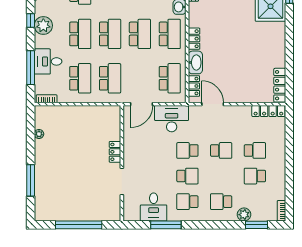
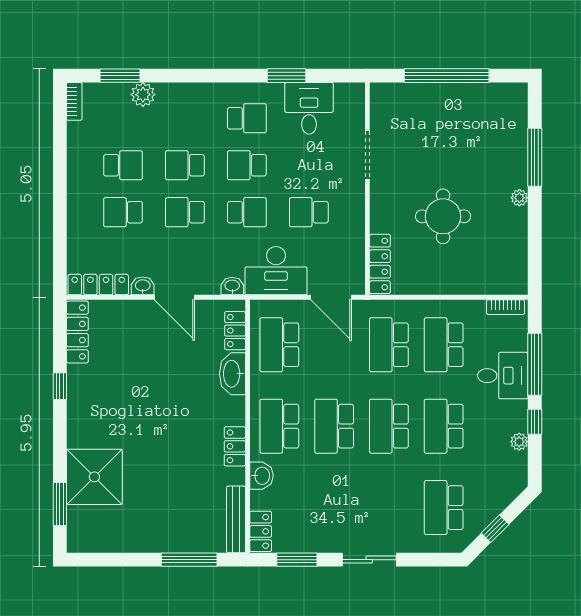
window: (31, 21) -> (535, 422), moved
plant: (43, 25) -> (519, 442), width x0.53, depth x0.53
locker: (194, 39) -> (235, 446), moved
window: (289, 56) -> (60, 386), added
door: (142, 104) -> (331, 297), swing flipped
door: (213, 104) -> (174, 297), moved
washbasin: (195, 110) -> (232, 286), added
washbasin: (244, 110) -> (143, 286), added
plant: (39, 134) -> (519, 198), moved
round table: (81, 148) -> (443, 216), added
school desk: (154, 150) -> (309, 212), added
locker: (115, 152) -> (380, 264), moved, width x1.53
school desk: (221, 202) -> (185, 165), moved, turned 180
window: (166, 225) -> (287, 76), width x0.69

